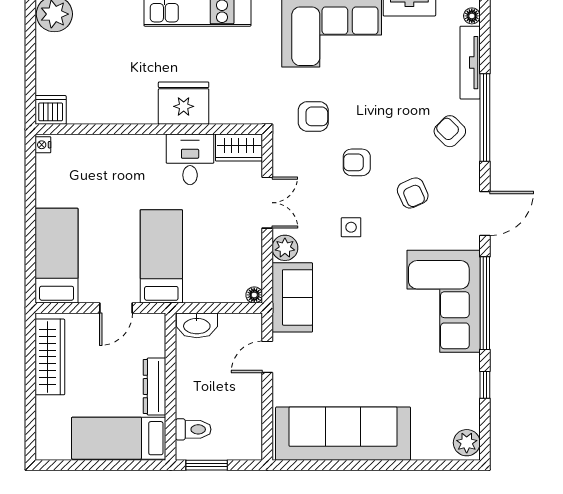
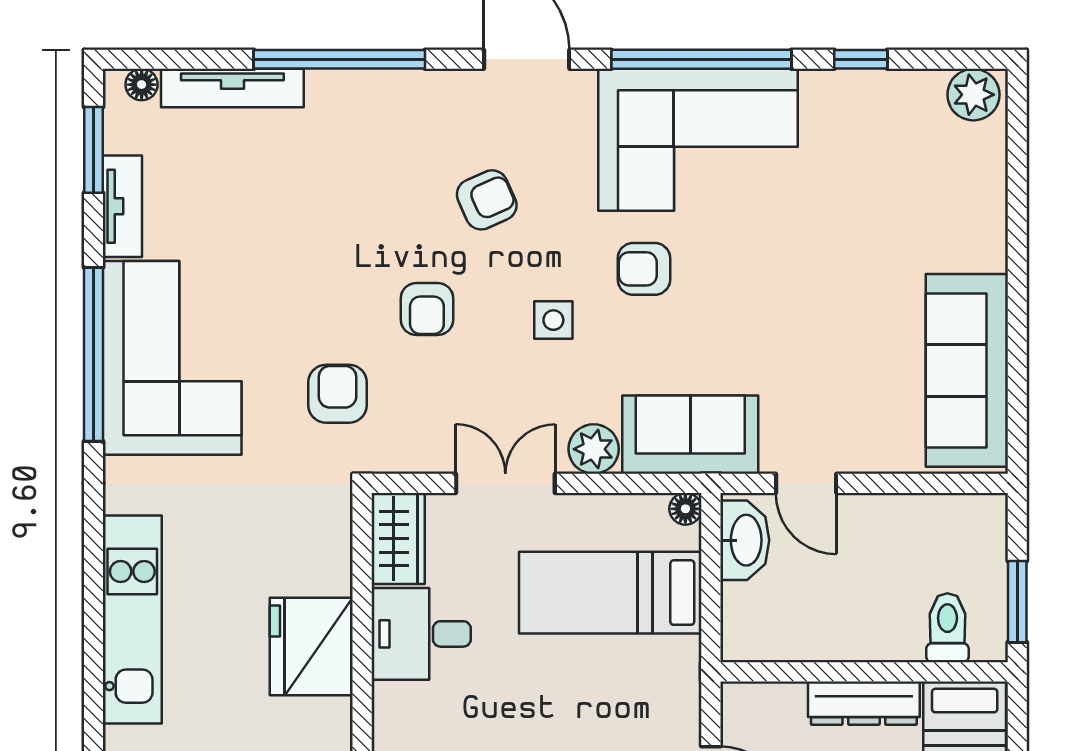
armchair: (450, 131) -> (644, 269), moved, turned 45
bed: (161, 256) -> (610, 593), moved
washbasin: (197, 325) -> (745, 540), moved
sofa: (343, 434) -> (967, 370), width x0.74, depth x0.79

